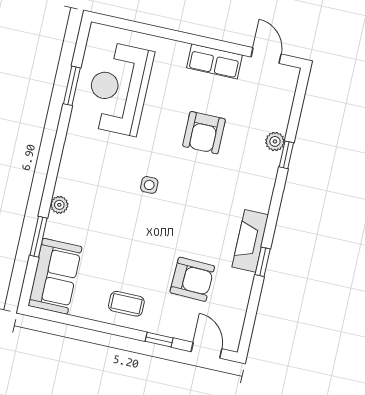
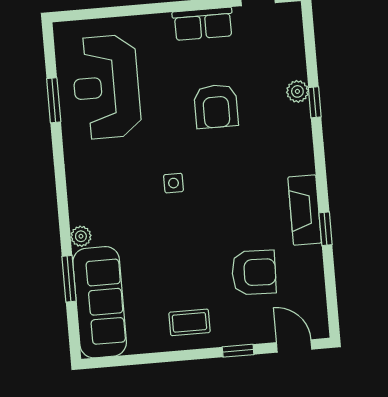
sofa: (55, 276) -> (100, 302), width x1.36

